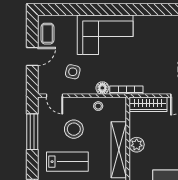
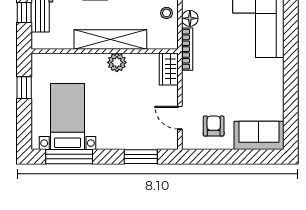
wardrobe: (148, 104) -> (169, 69), width x0.67

